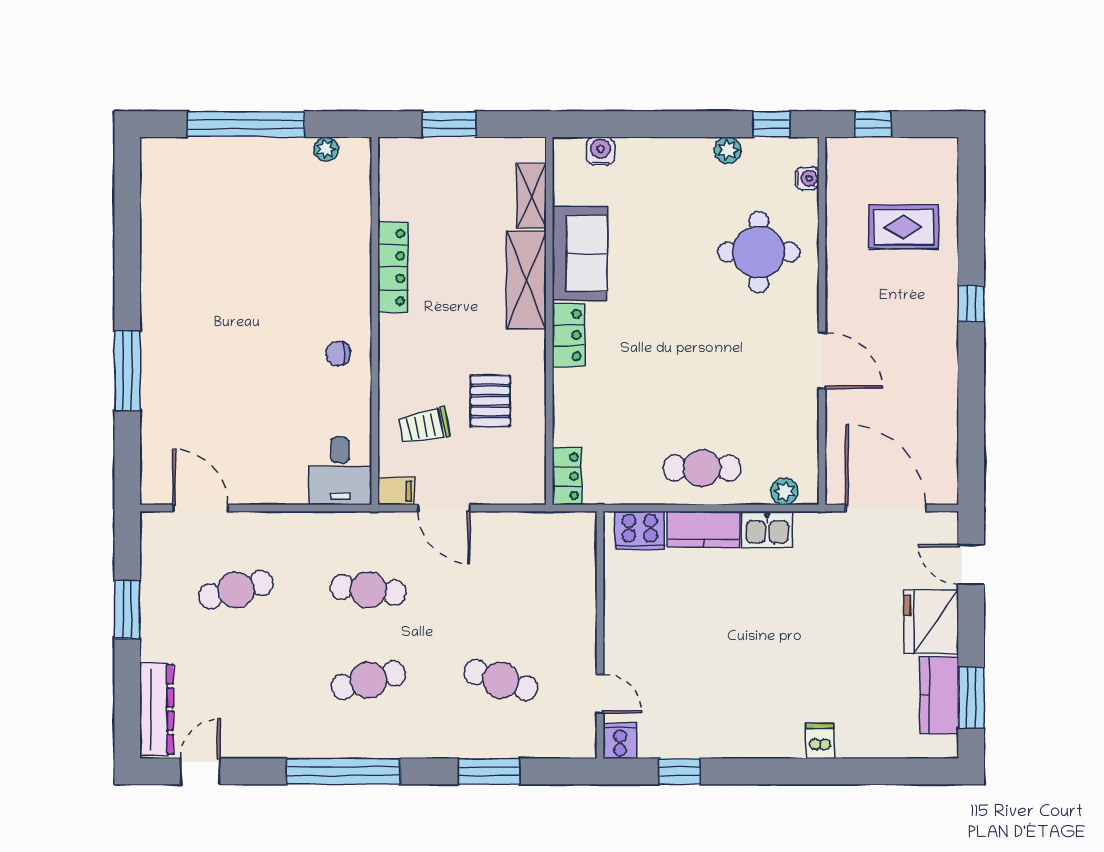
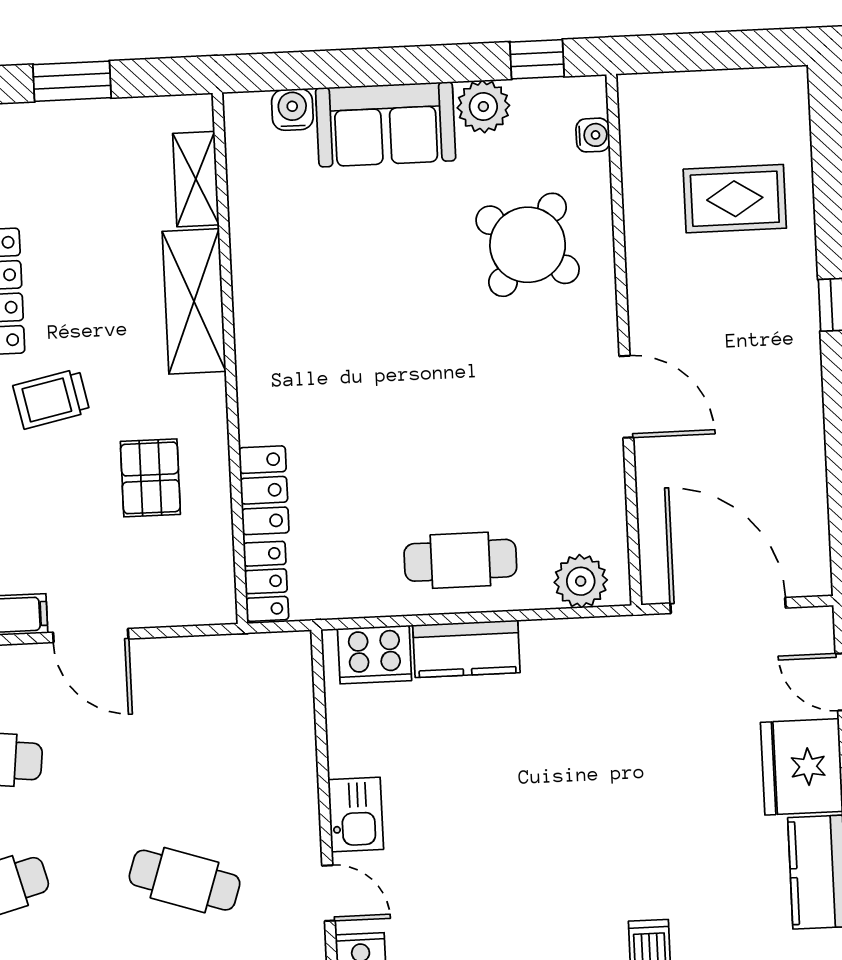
window: (873, 124) -> (684, 52), removed
plant: (728, 150) -> (483, 107), width x1.38, depth x1.38
round table: (759, 252) -> (528, 245), turned 36
sofa: (580, 253) -> (386, 124), moved, turned 90
locker: (568, 335) -> (264, 490), moved
trolley: (424, 426) -> (51, 399), moved
plant: (784, 491) -> (581, 581), width x1.38, depth x1.38
kitchen sink: (767, 529) -> (356, 814), moved, turned -90

